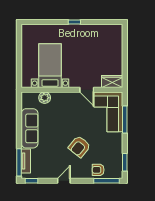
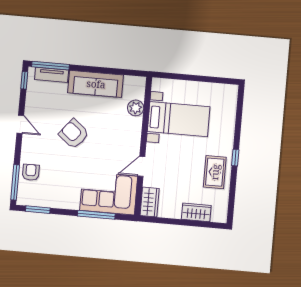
rug: (86, 36) -> (215, 172), added
wardrobe: (117, 47) -> (196, 212), added
armchair: (79, 147) -> (74, 134), moved

